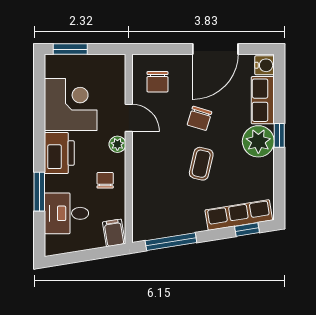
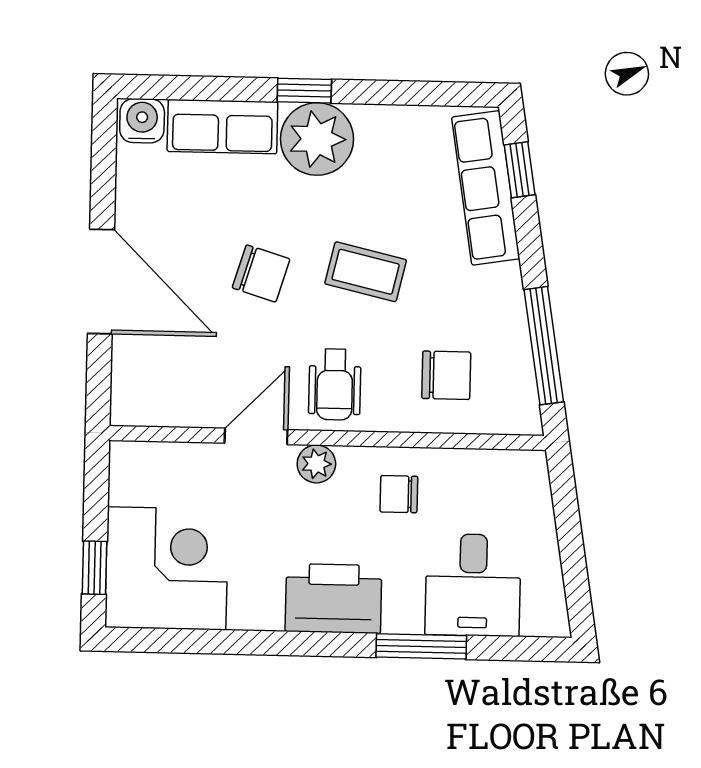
window: (70, 49) -> (94, 568), width x0.67
door: (215, 49) -> (101, 282), moved
chair: (157, 82) -> (446, 375), moved
corner desk: (71, 105) -> (167, 568), moved, turned 90
wheelchair: (152, 151) -> (335, 385), added
filing cabinet: (114, 233) -> (520, 477), removed

